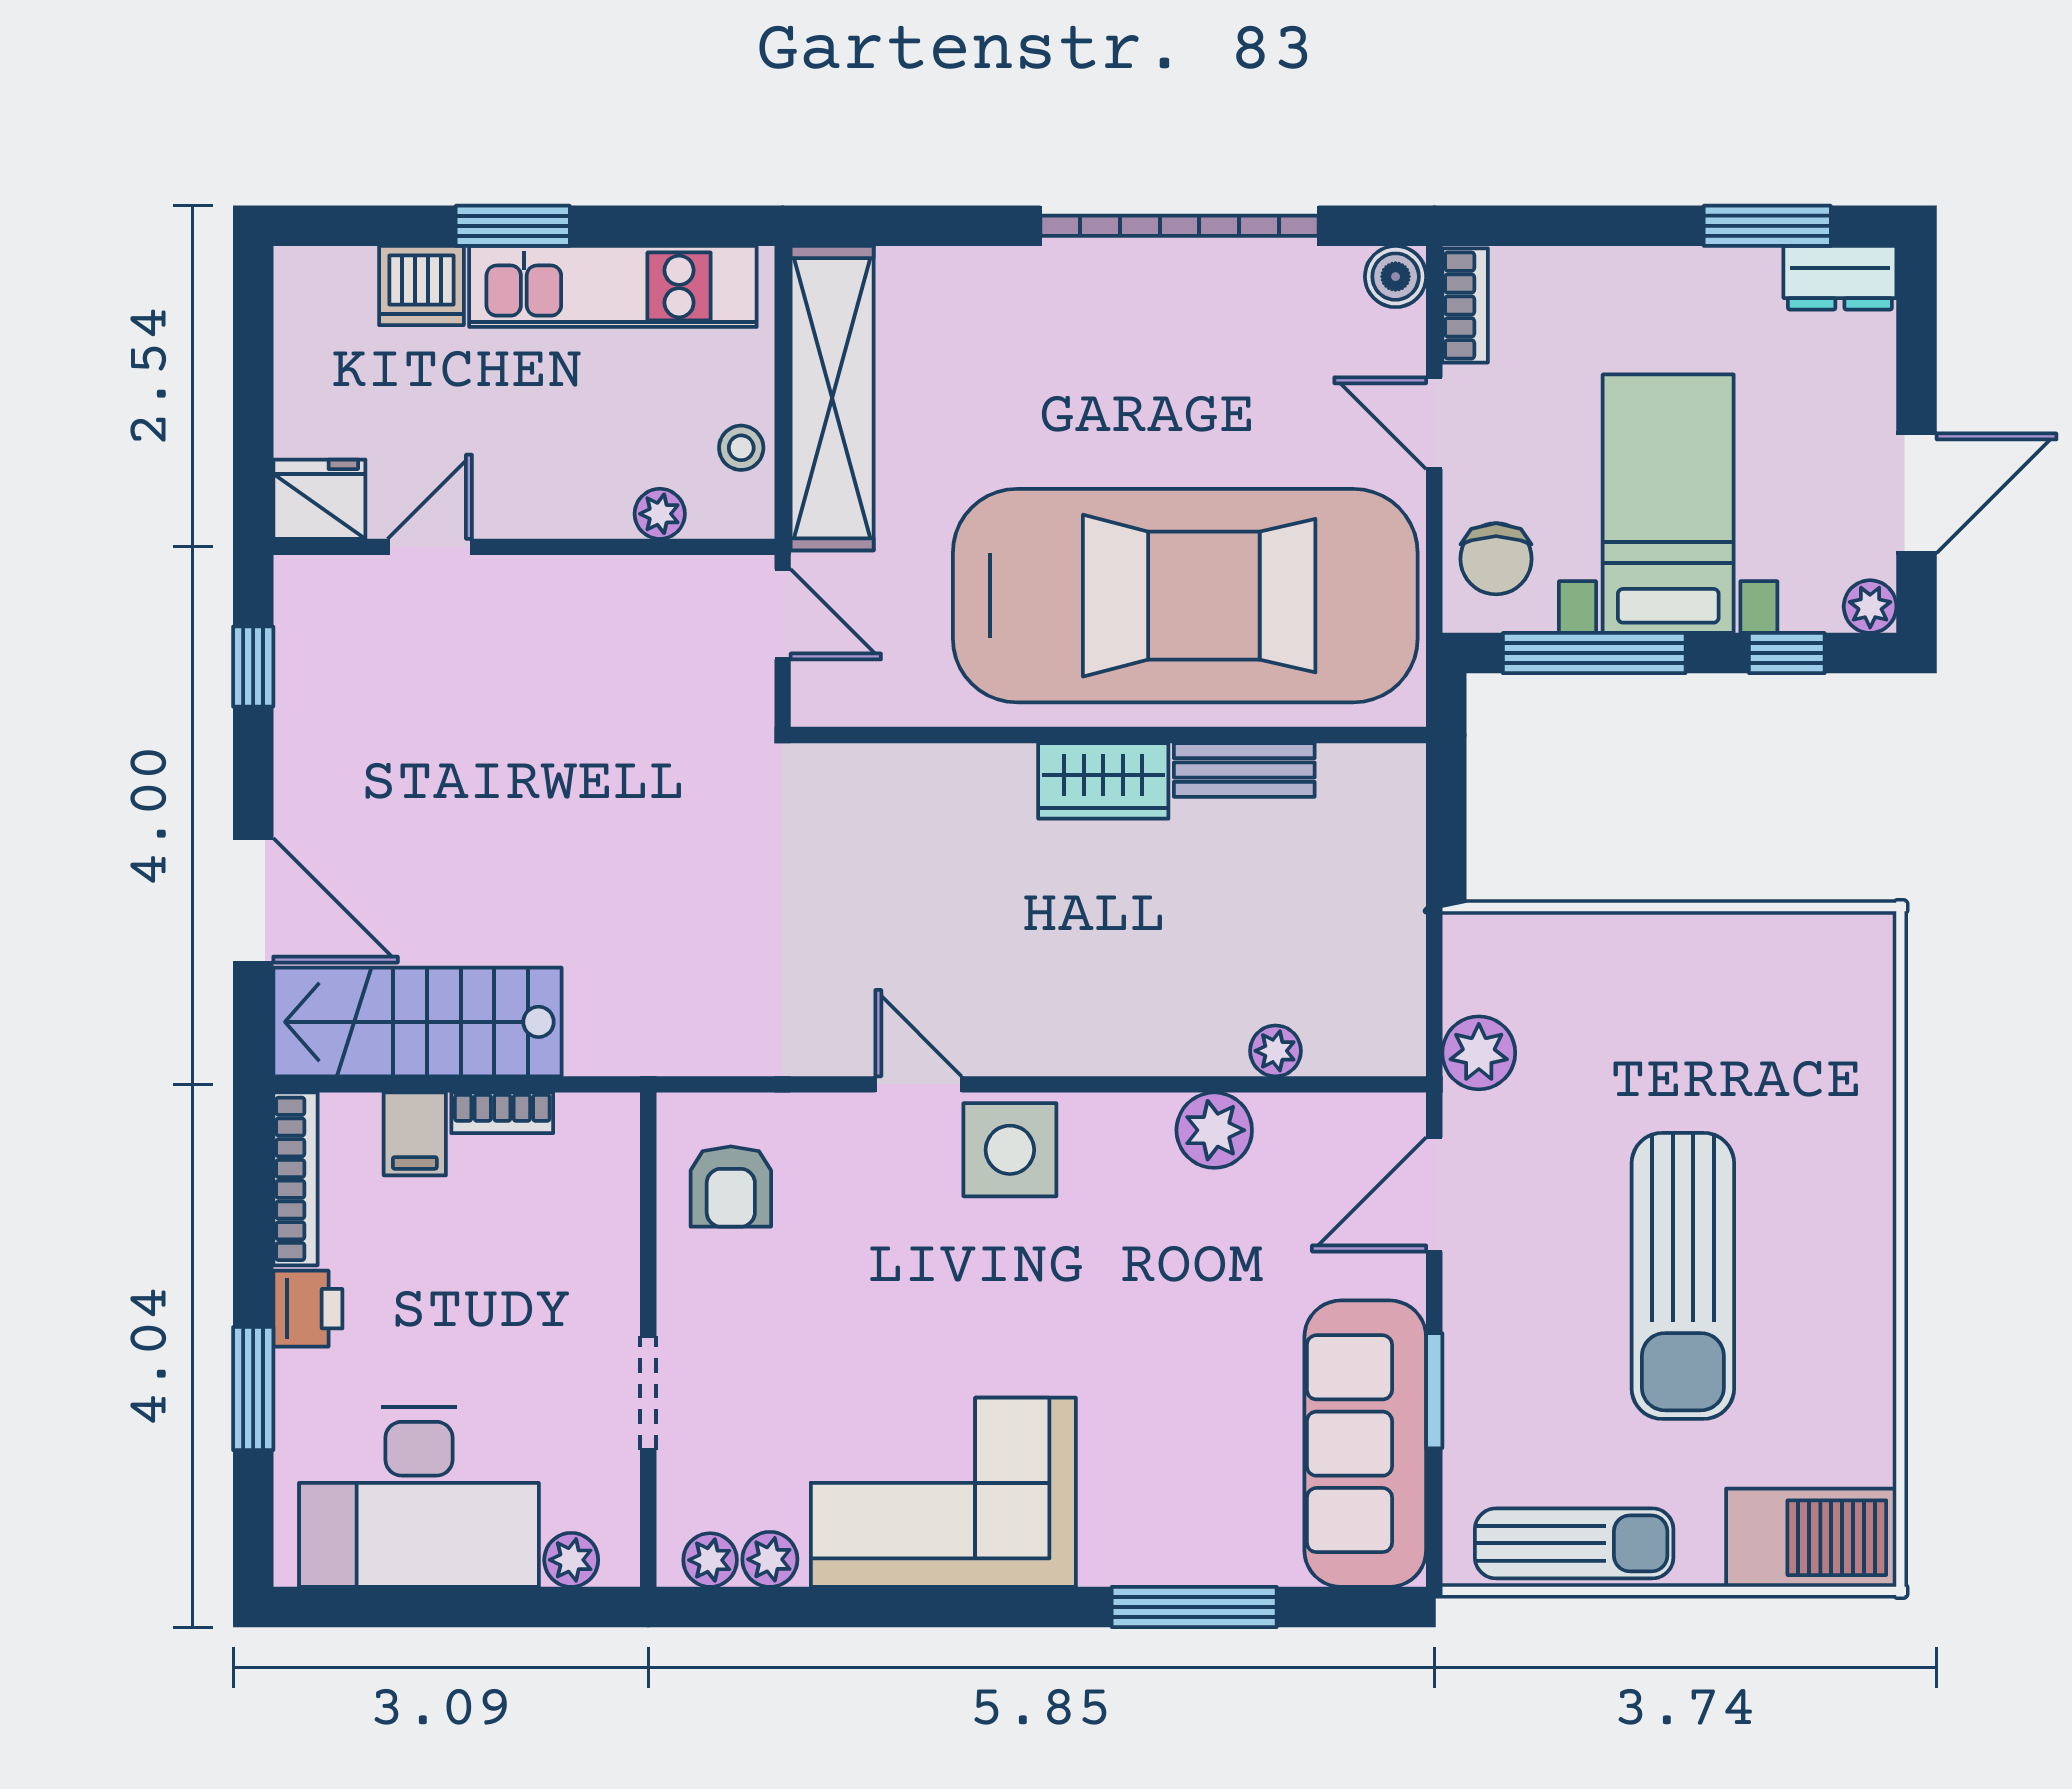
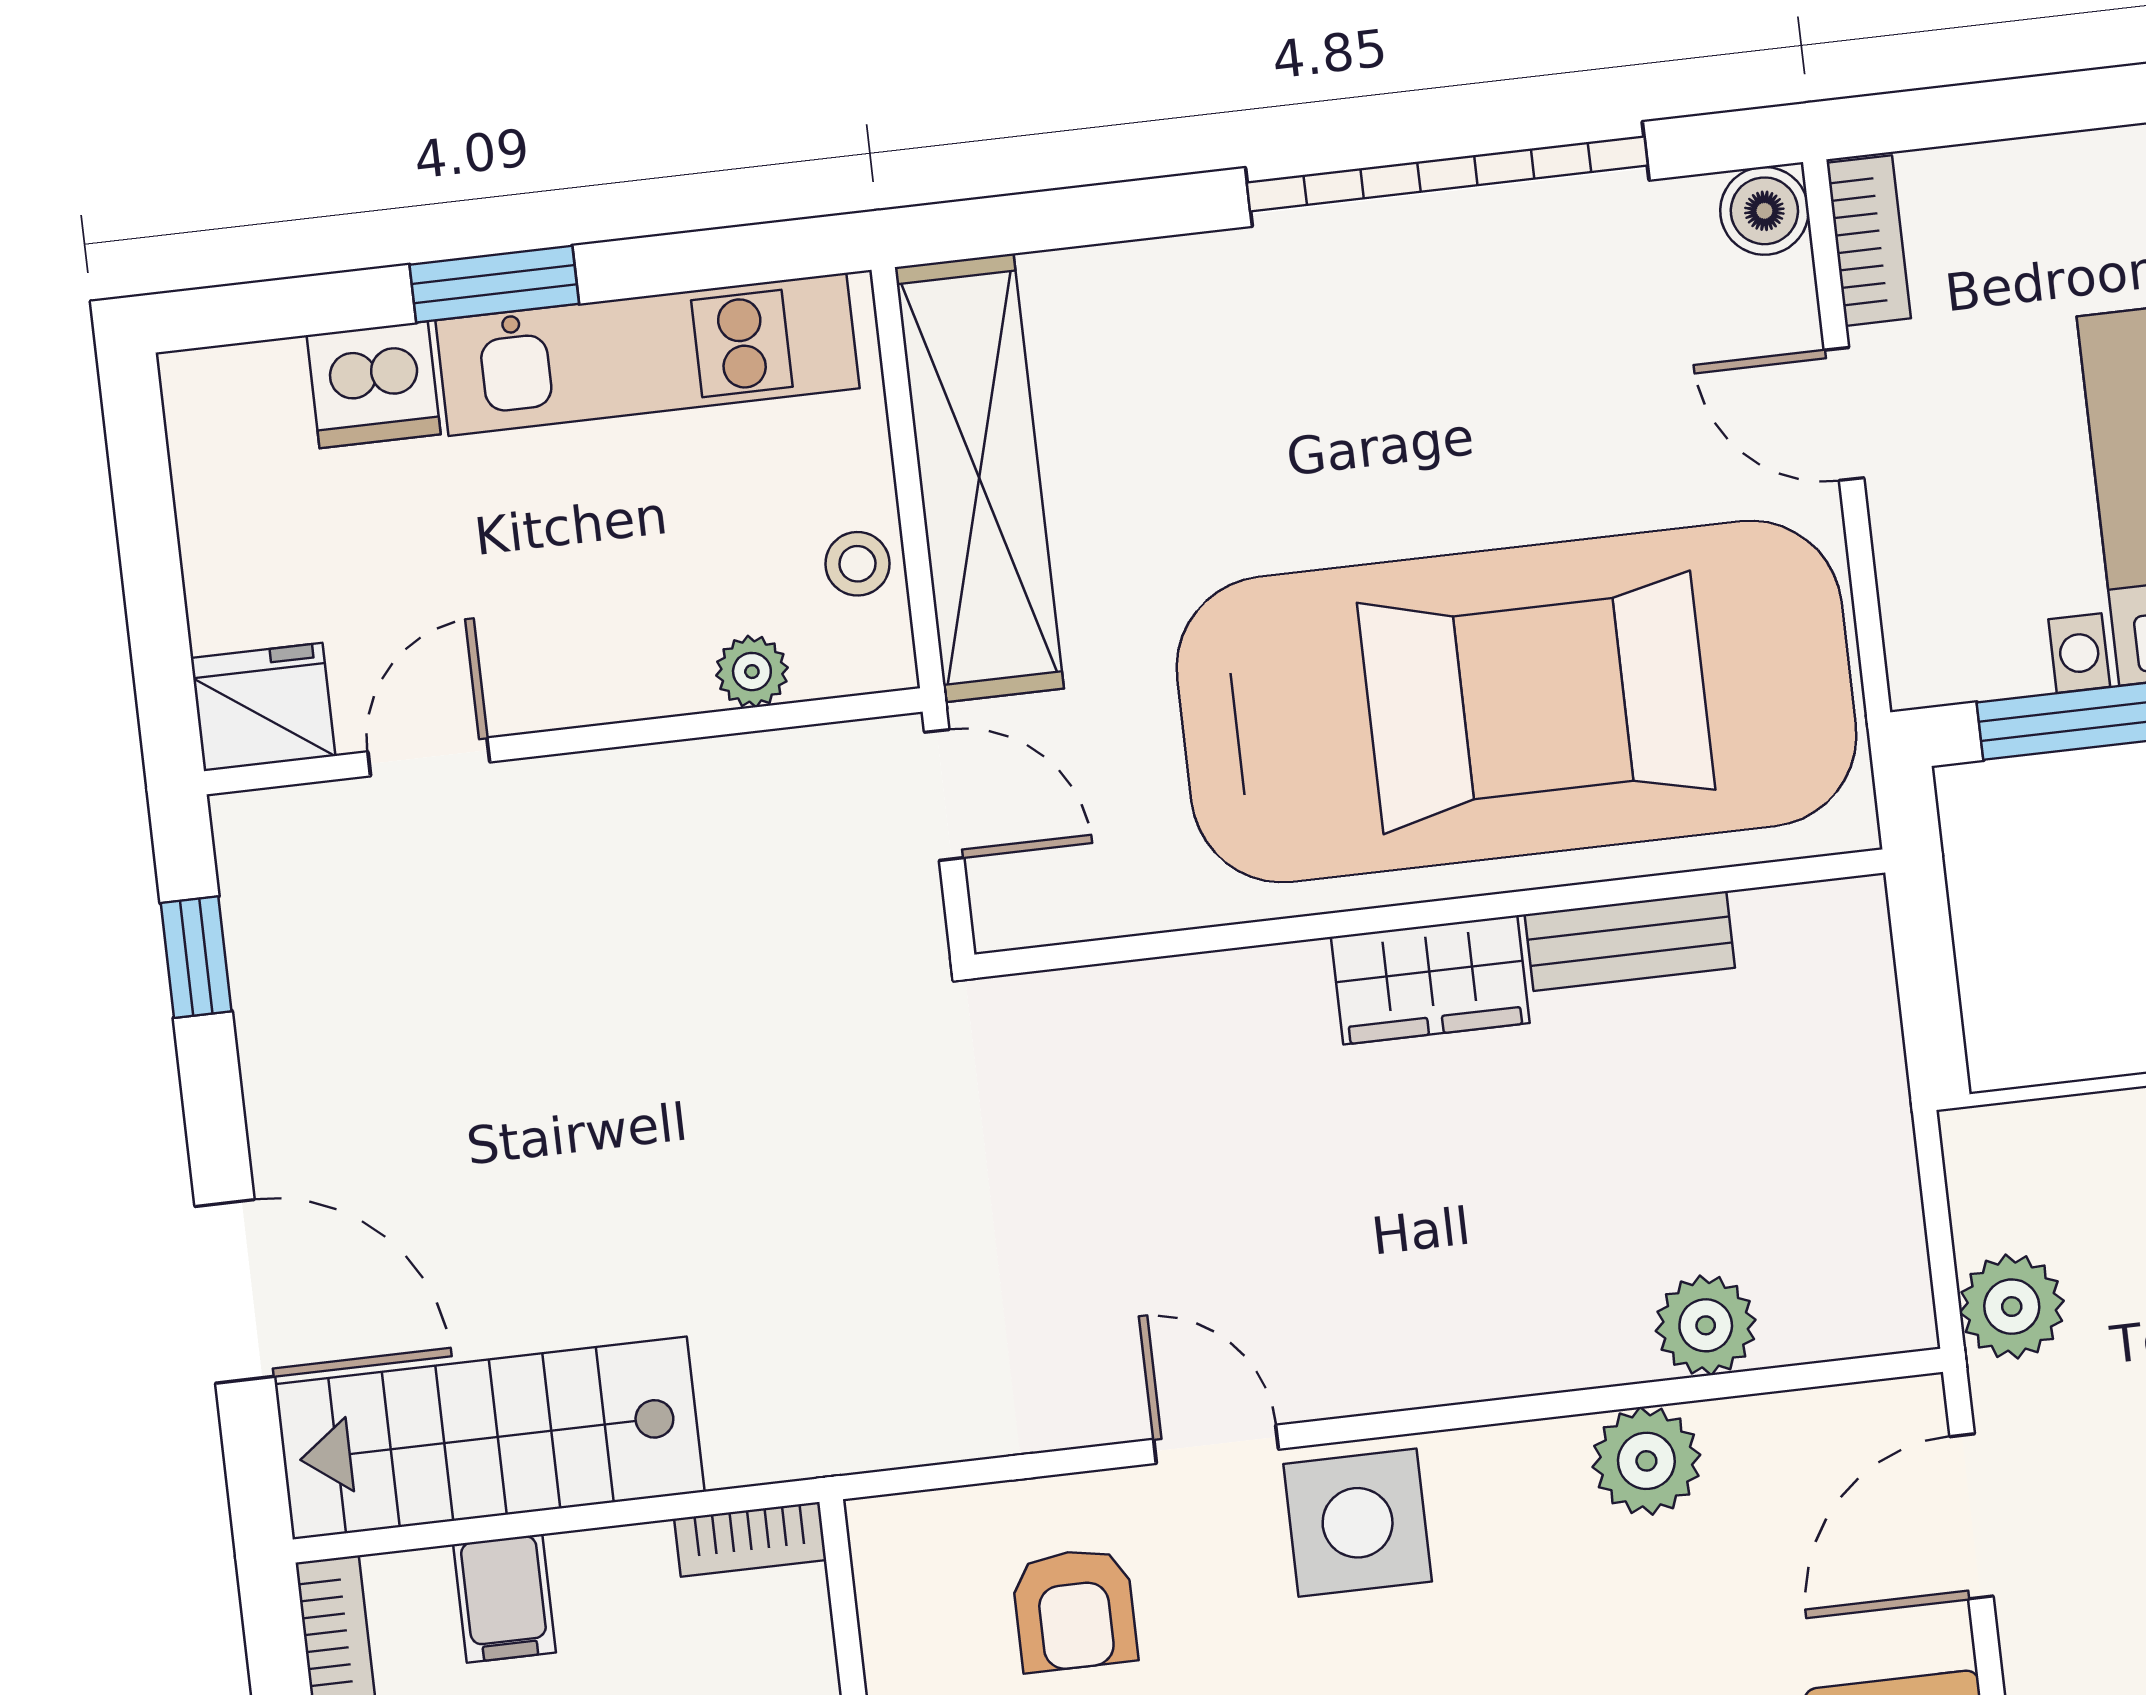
chair: (1496, 559) -> (1955, 598), removed
plant: (1275, 1051) -> (1706, 1325), width x1.38, depth x1.38
bookcase: (502, 1113) -> (750, 1539), moved
armchair: (731, 1186) -> (1075, 1610), moved

